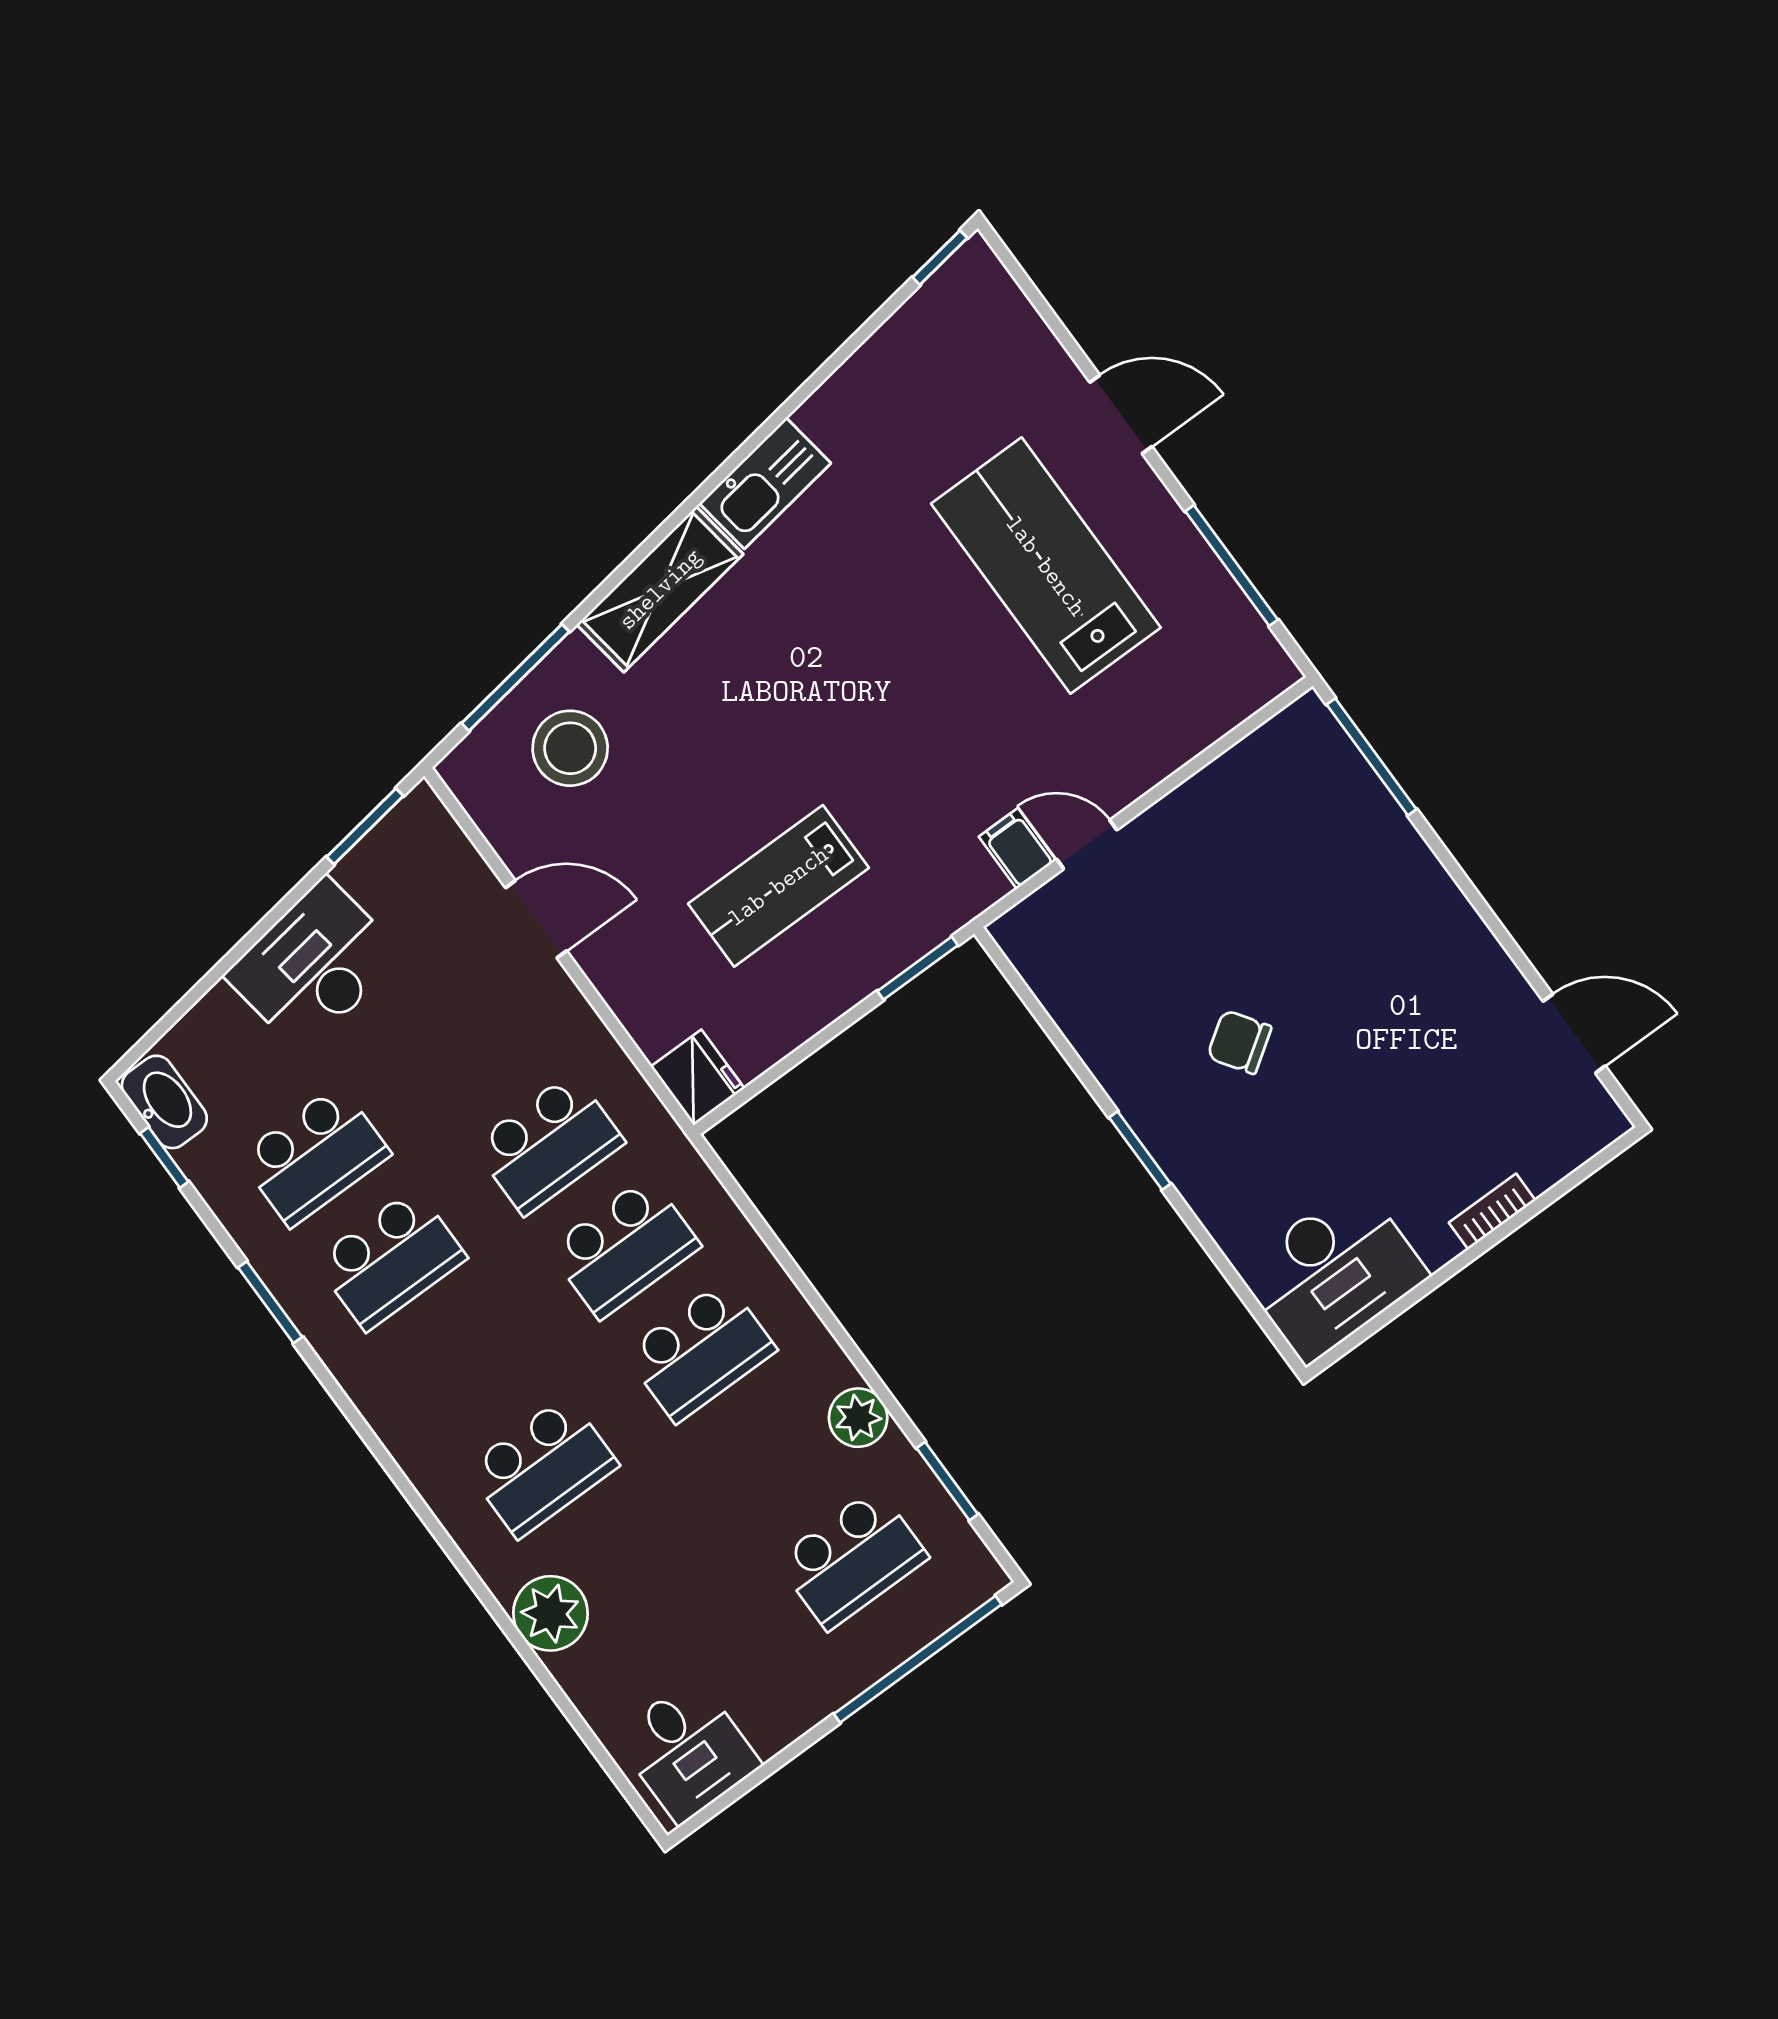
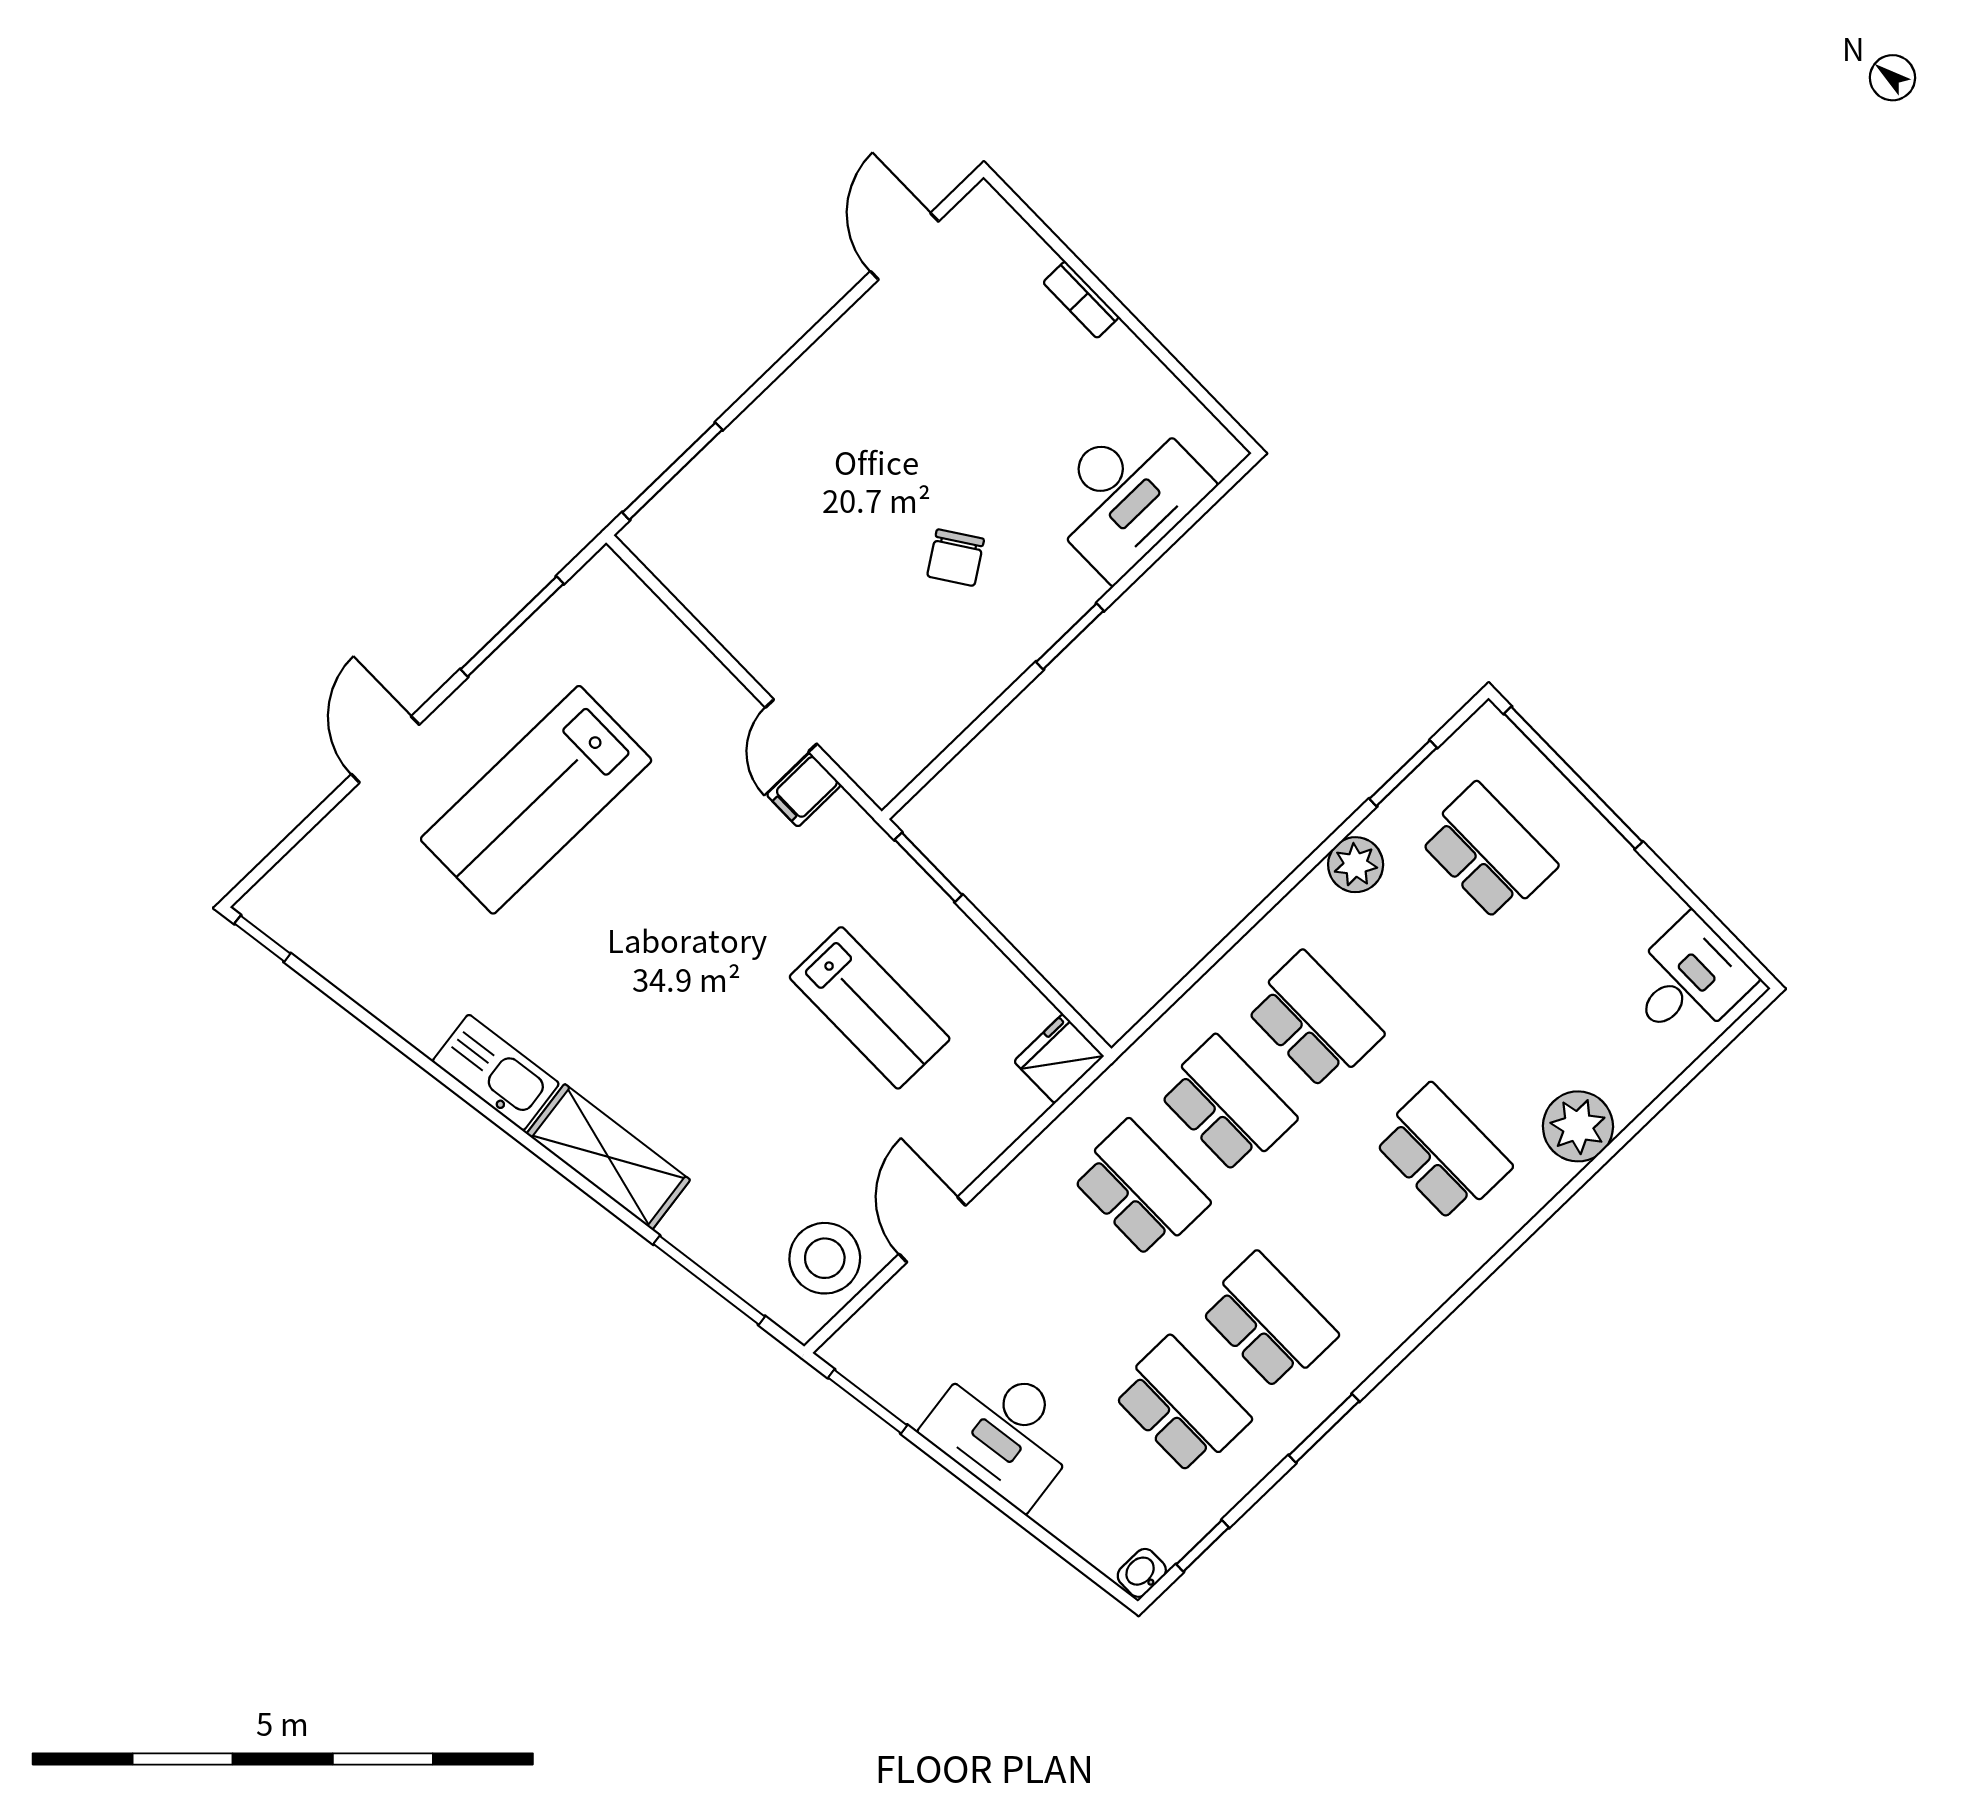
stool: (570, 748) -> (825, 1258), moved
washbasin: (164, 1102) -> (1142, 1573), width x0.52, depth x0.69
desk: (1333, 1273) -> (1126, 495), moved, turned 90

